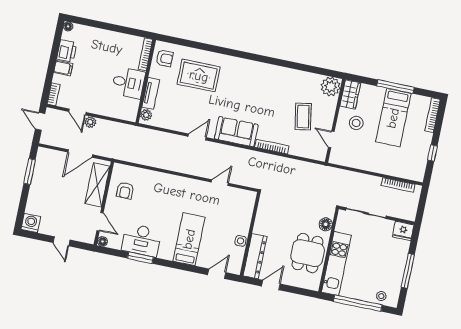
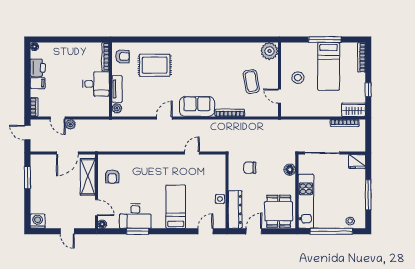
wardrobe: (350, 94) -> (354, 110), moved, turned -90
chair: (281, 213) -> (250, 168), added
dining table: (308, 253) -> (279, 211), moved

